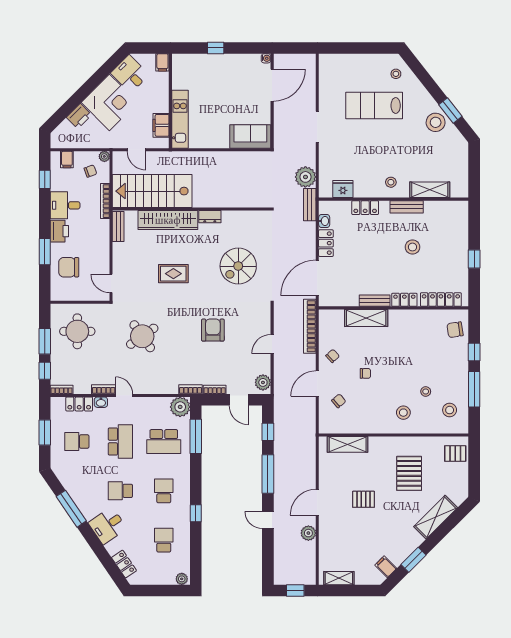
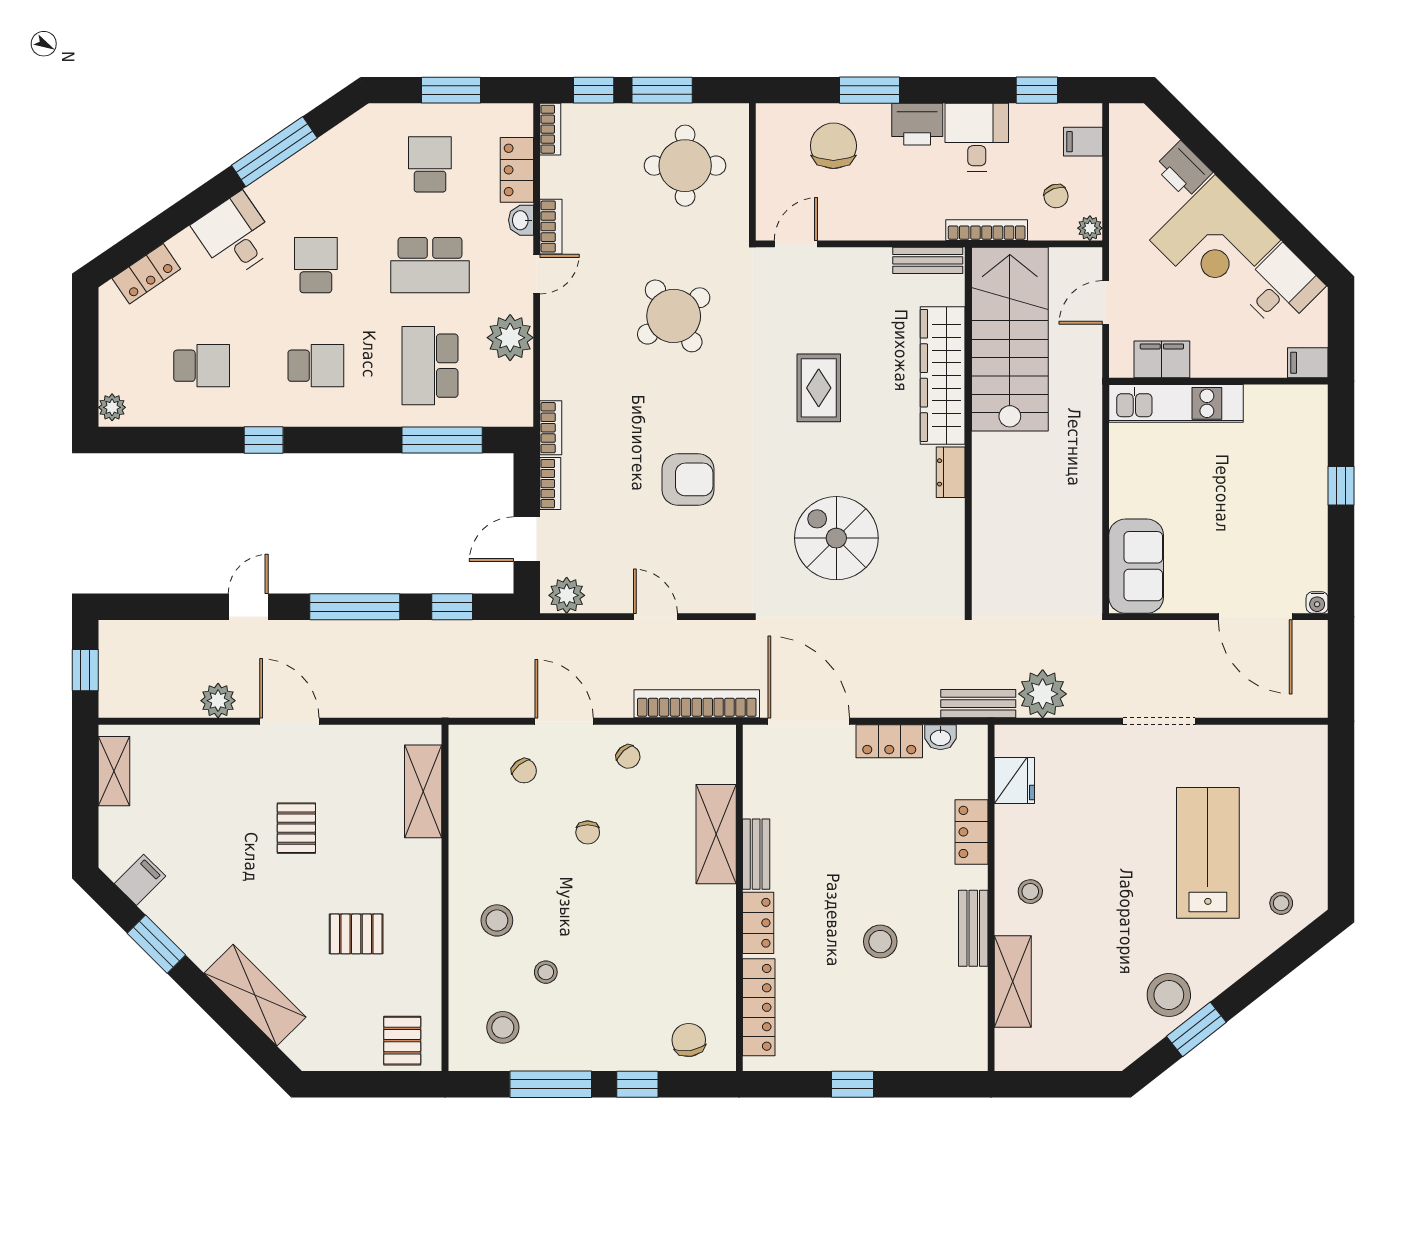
plant: (180, 407) -> (510, 338), moved
pallet: (409, 473) -> (356, 934), width x0.67, depth x0.71

